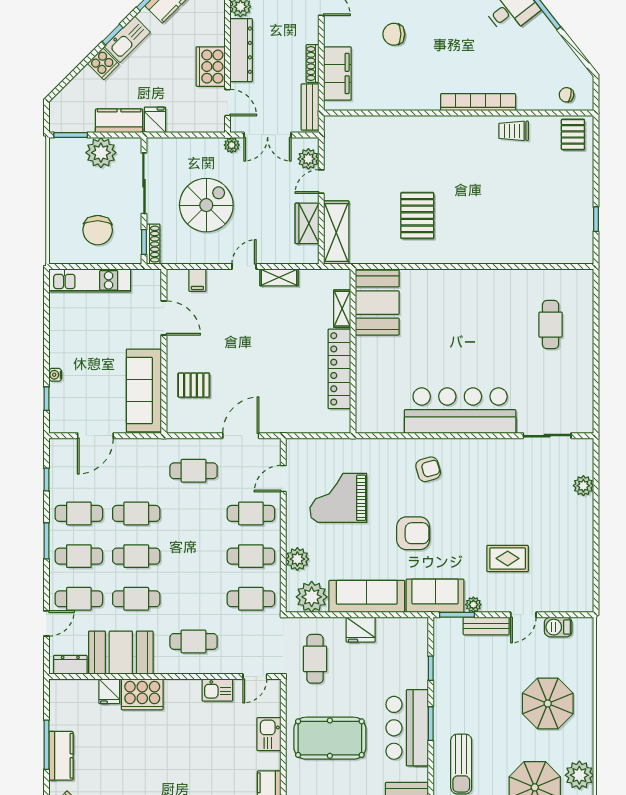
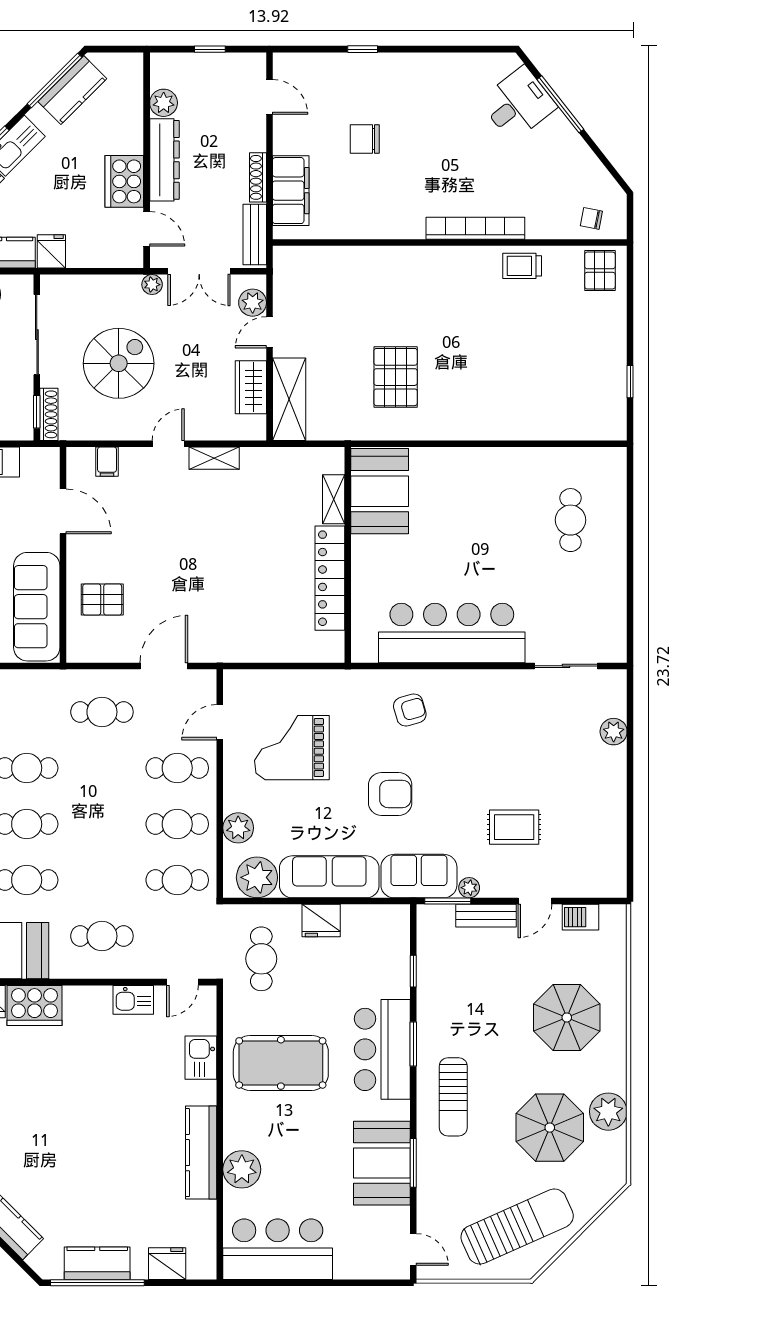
booth: (377, 303) -> (380, 491), moved
shelving: (342, 309) -> (334, 499), moved
wall: (353, 351) -> (348, 555), moved
locker: (339, 369) -> (330, 578), moved

